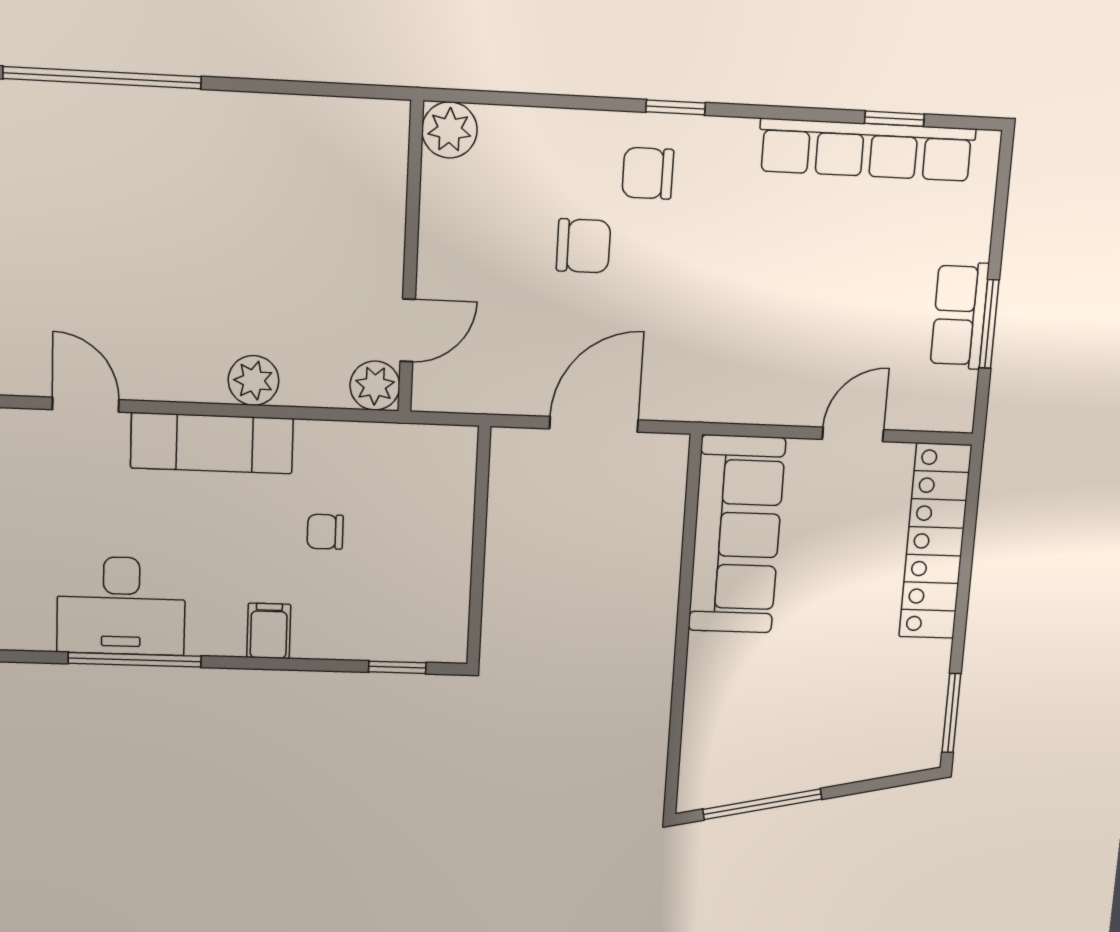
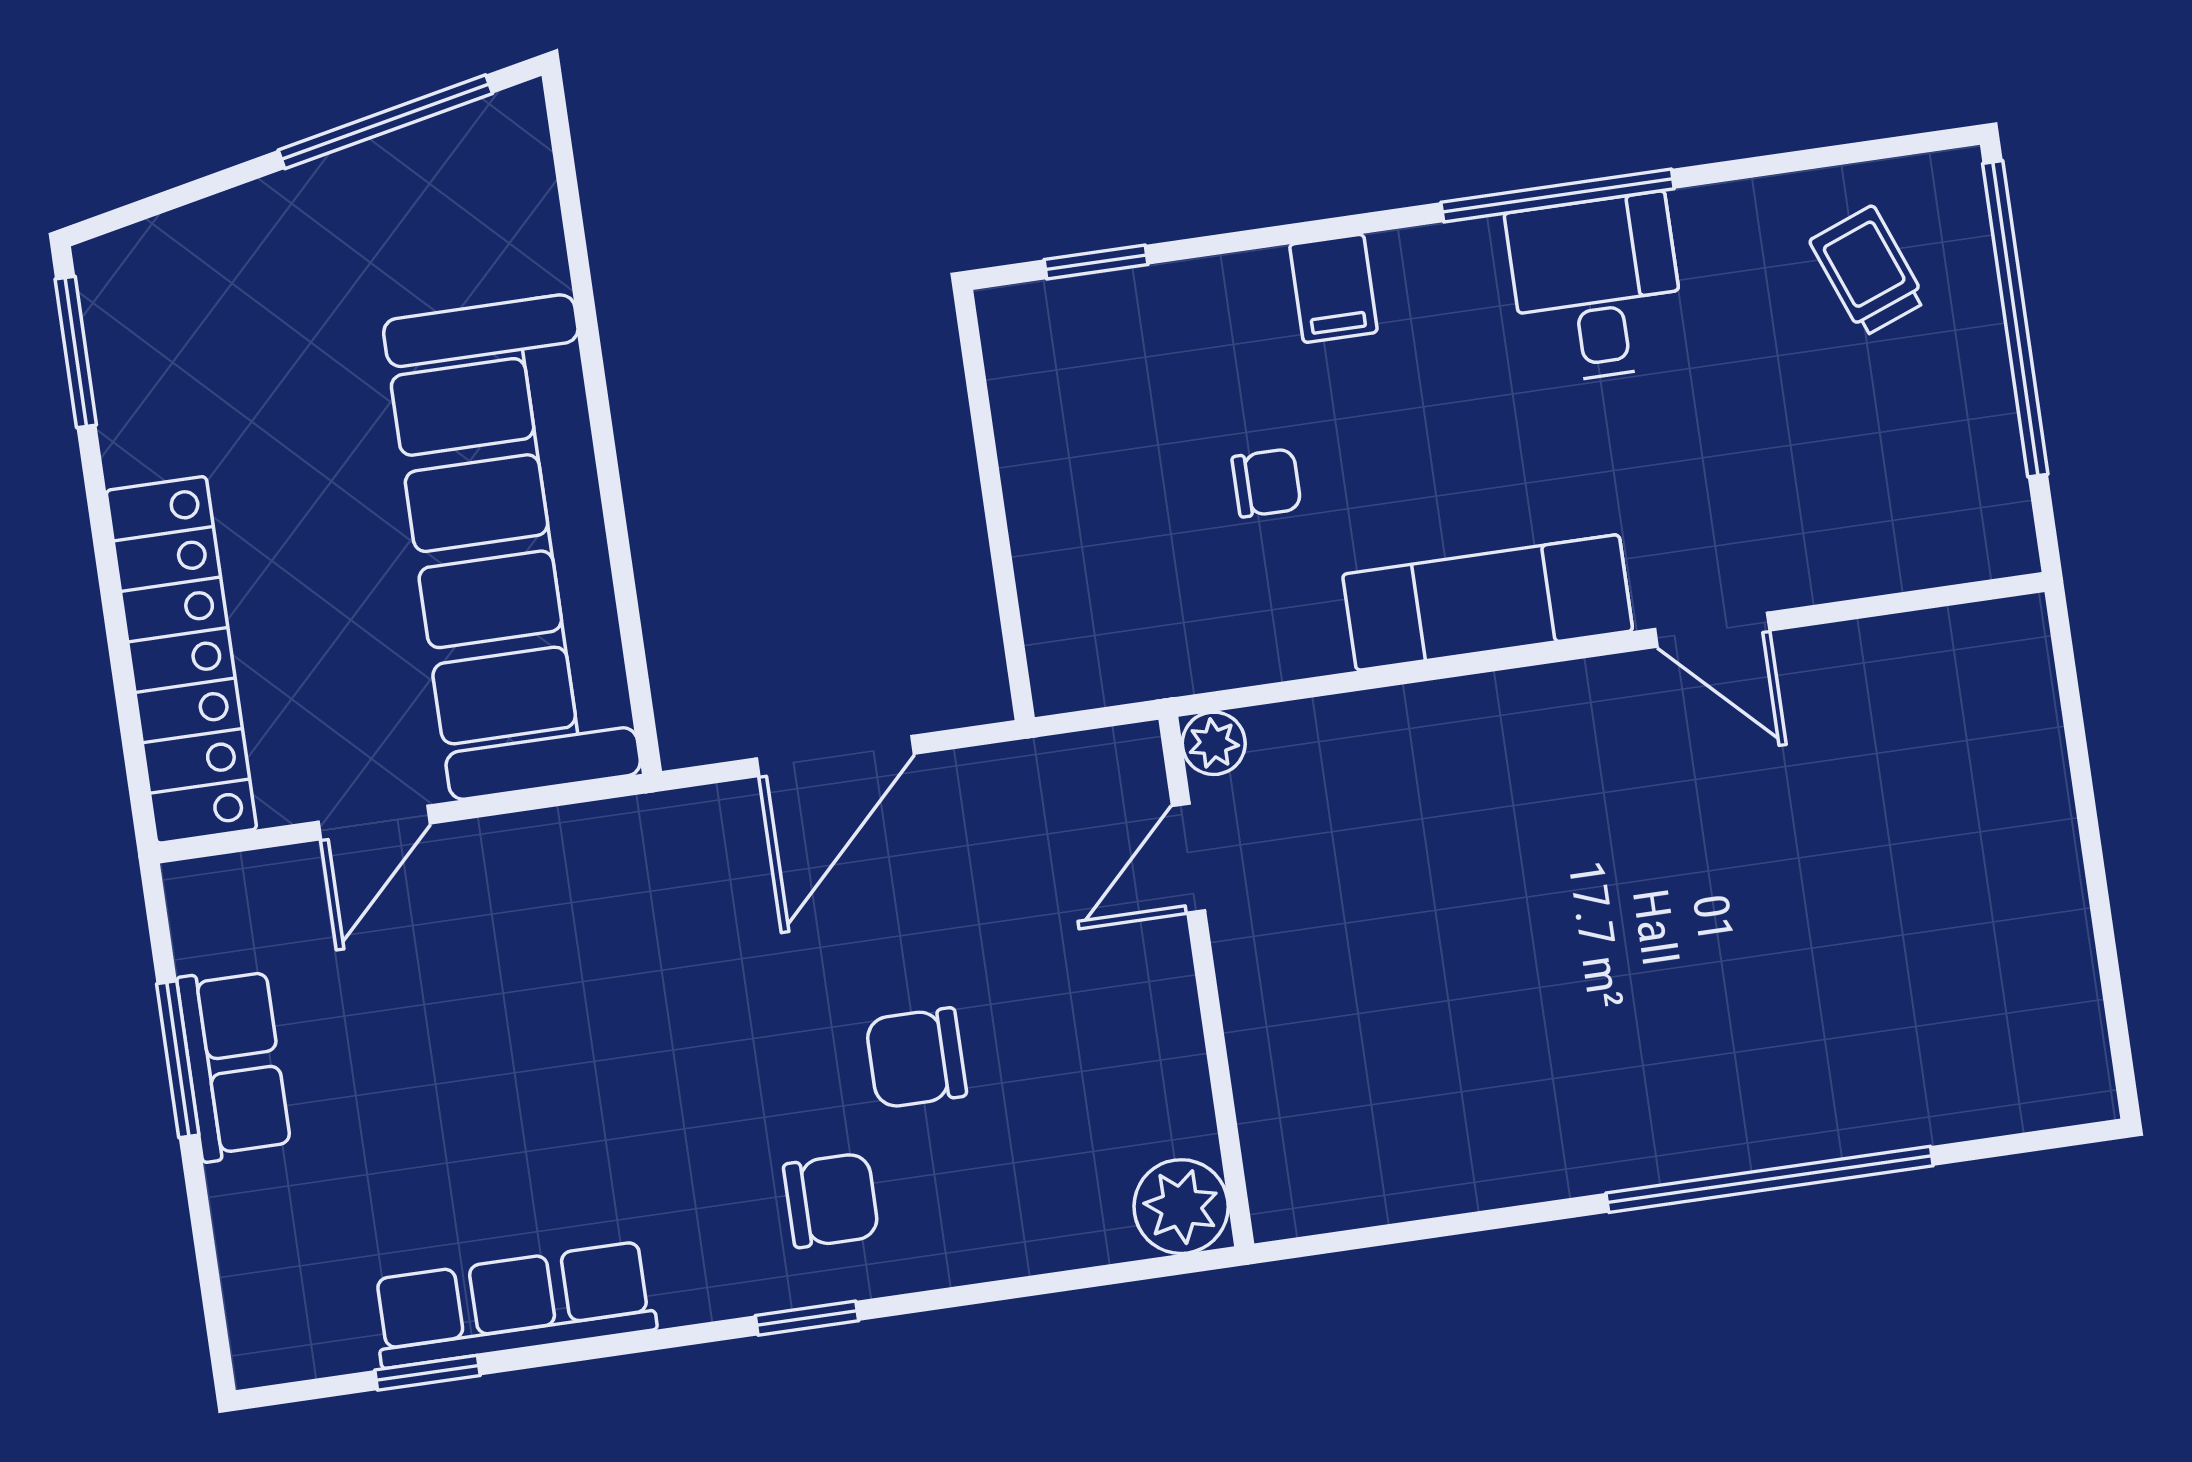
row of seats: (867, 150) -> (513, 1305), width x0.73
plant: (254, 381) -> (1435, 724), removed
plant: (375, 386) -> (1214, 743), width x0.73, depth x0.73
sofa: (737, 535) -> (512, 547), width x1.36, depth x1.27
desk: (121, 606) -> (1597, 288), width x0.73

